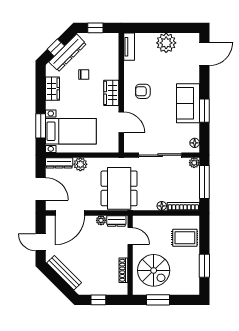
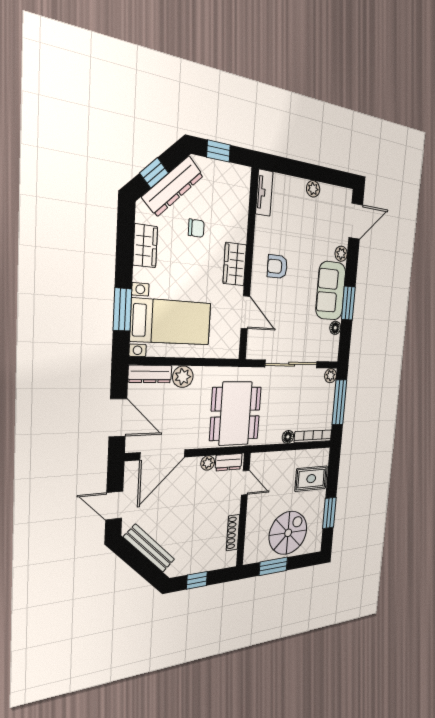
plant: (166, 43) -> (313, 189), width x0.53, depth x0.53
plant: (194, 77) -> (341, 254), added
floor lamp: (195, 143) -> (335, 328), moved
spiral stairs: (154, 270) -> (288, 533), moved, turned -90

